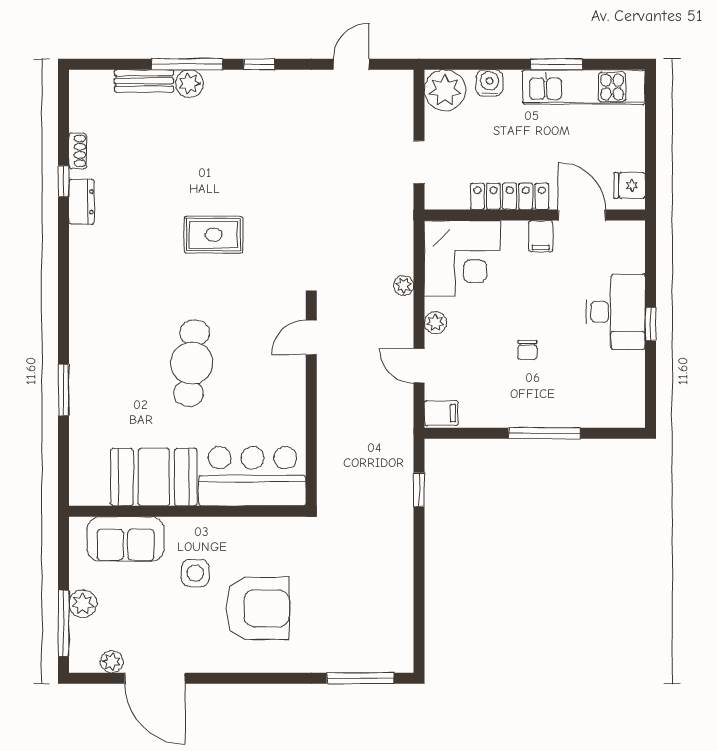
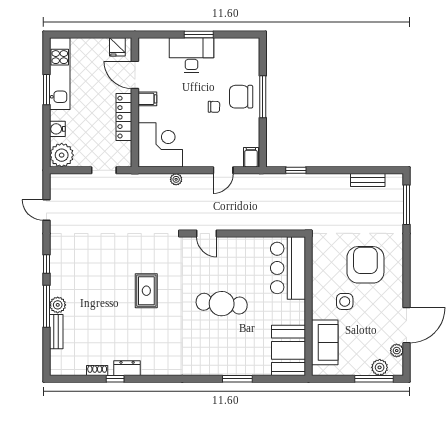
door: (582, 215) -> (135, 75), hinge flipped
plant: (435, 323) -> (198, 161), removed
window: (651, 324) -> (199, 34), width x1.50
chair: (544, 396) -> (241, 97), added
booth: (154, 477) -> (288, 350), moved
plant: (83, 604) -> (380, 367), moved
bench: (402, 612) -> (368, 180), added

